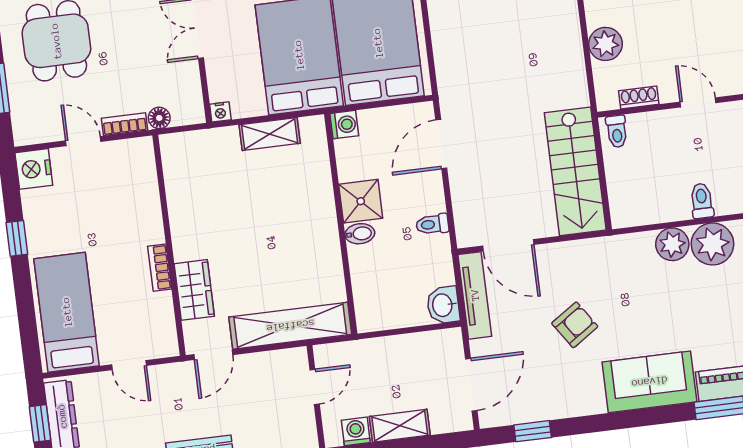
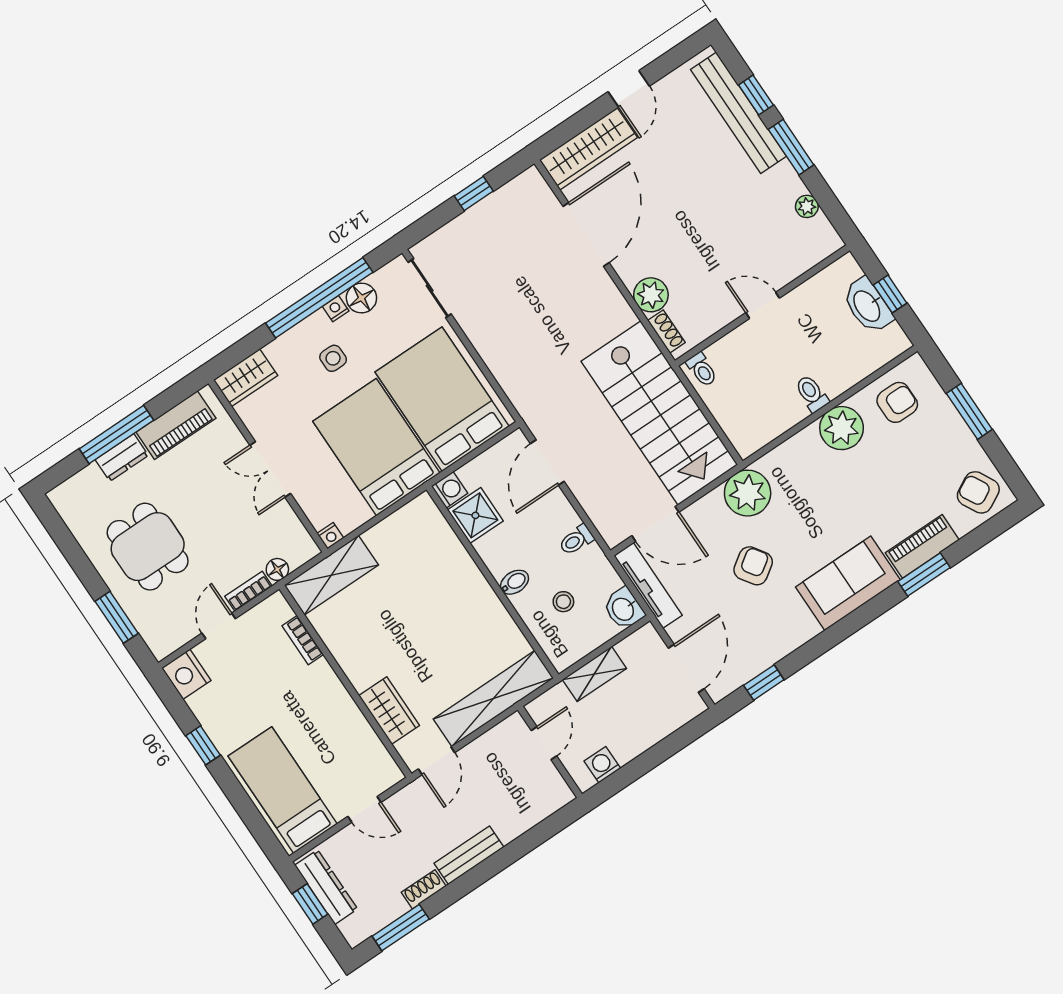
shoe rack: (639, 97) -> (667, 331), moved, turned 90
shelving: (270, 134) -> (331, 575), moved, width x1.50, depth x1.33
door: (83, 141) -> (219, 626), hinge flipped
stairs: (575, 171) -> (659, 413), width x1.36, depth x1.51
shower: (361, 201) -> (475, 515), moved
plant: (672, 244) -> (748, 493), moved, width x1.36, depth x1.36
bookcase: (160, 268) -> (303, 640), moved
stool: (394, 272) -> (563, 602), added
shelving: (400, 426) -> (594, 674), moved

